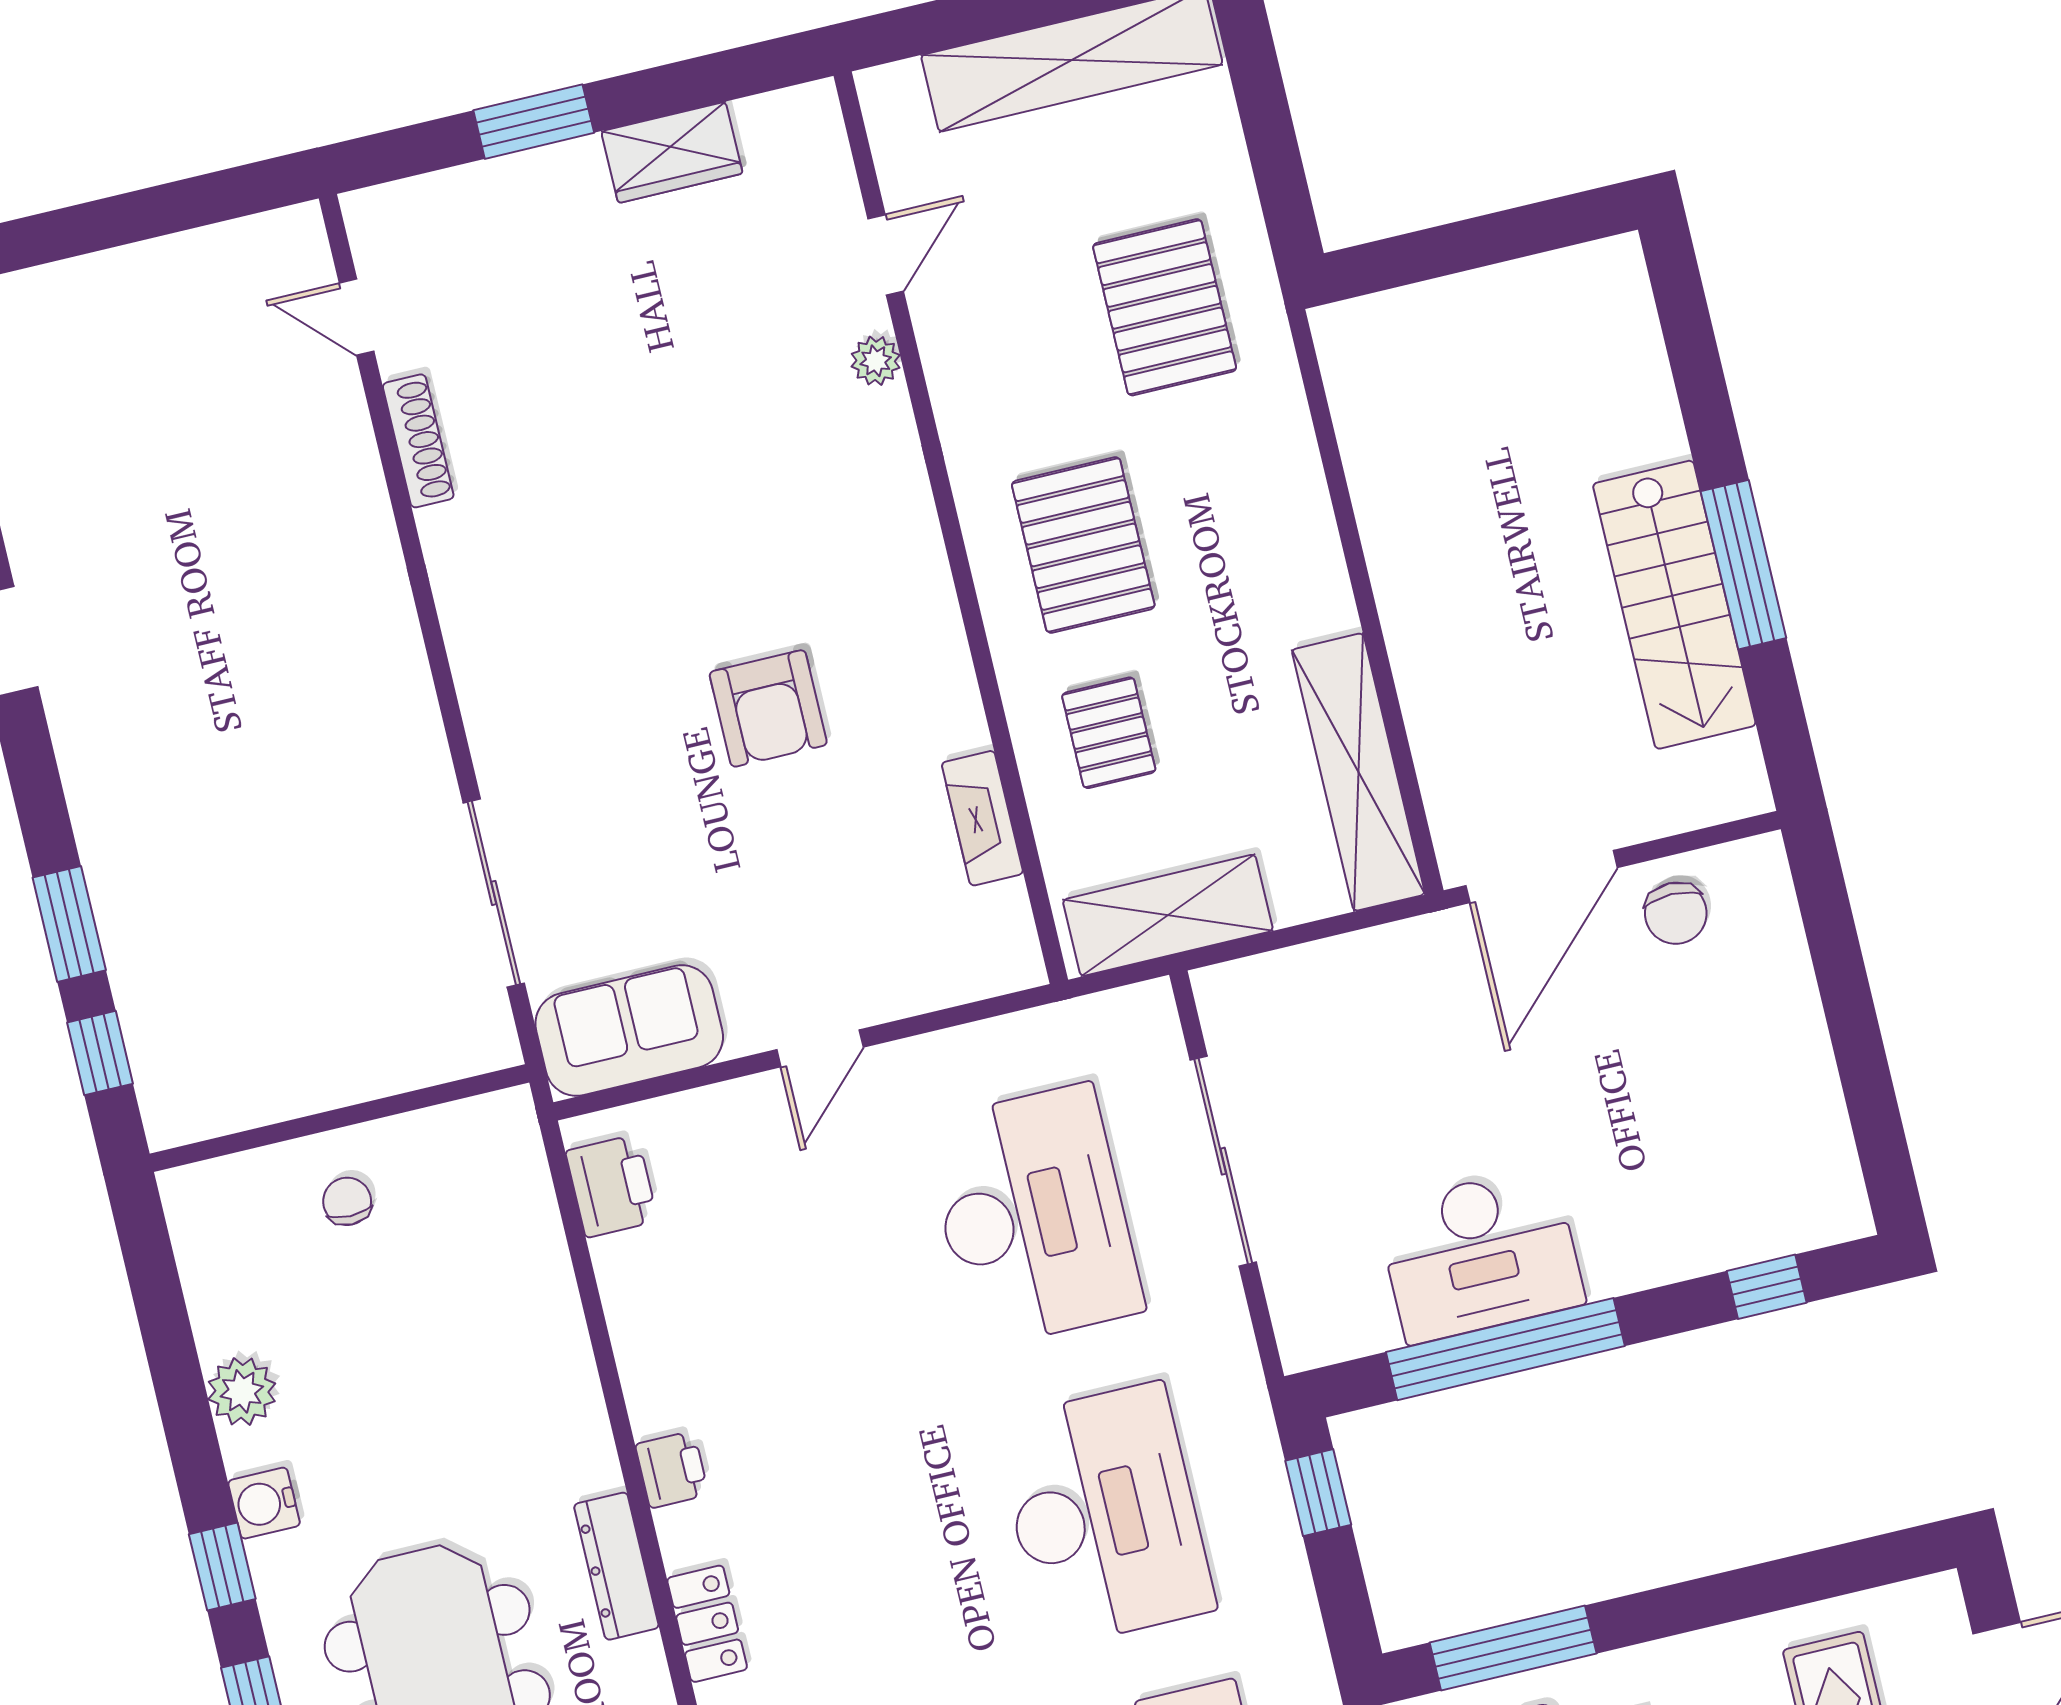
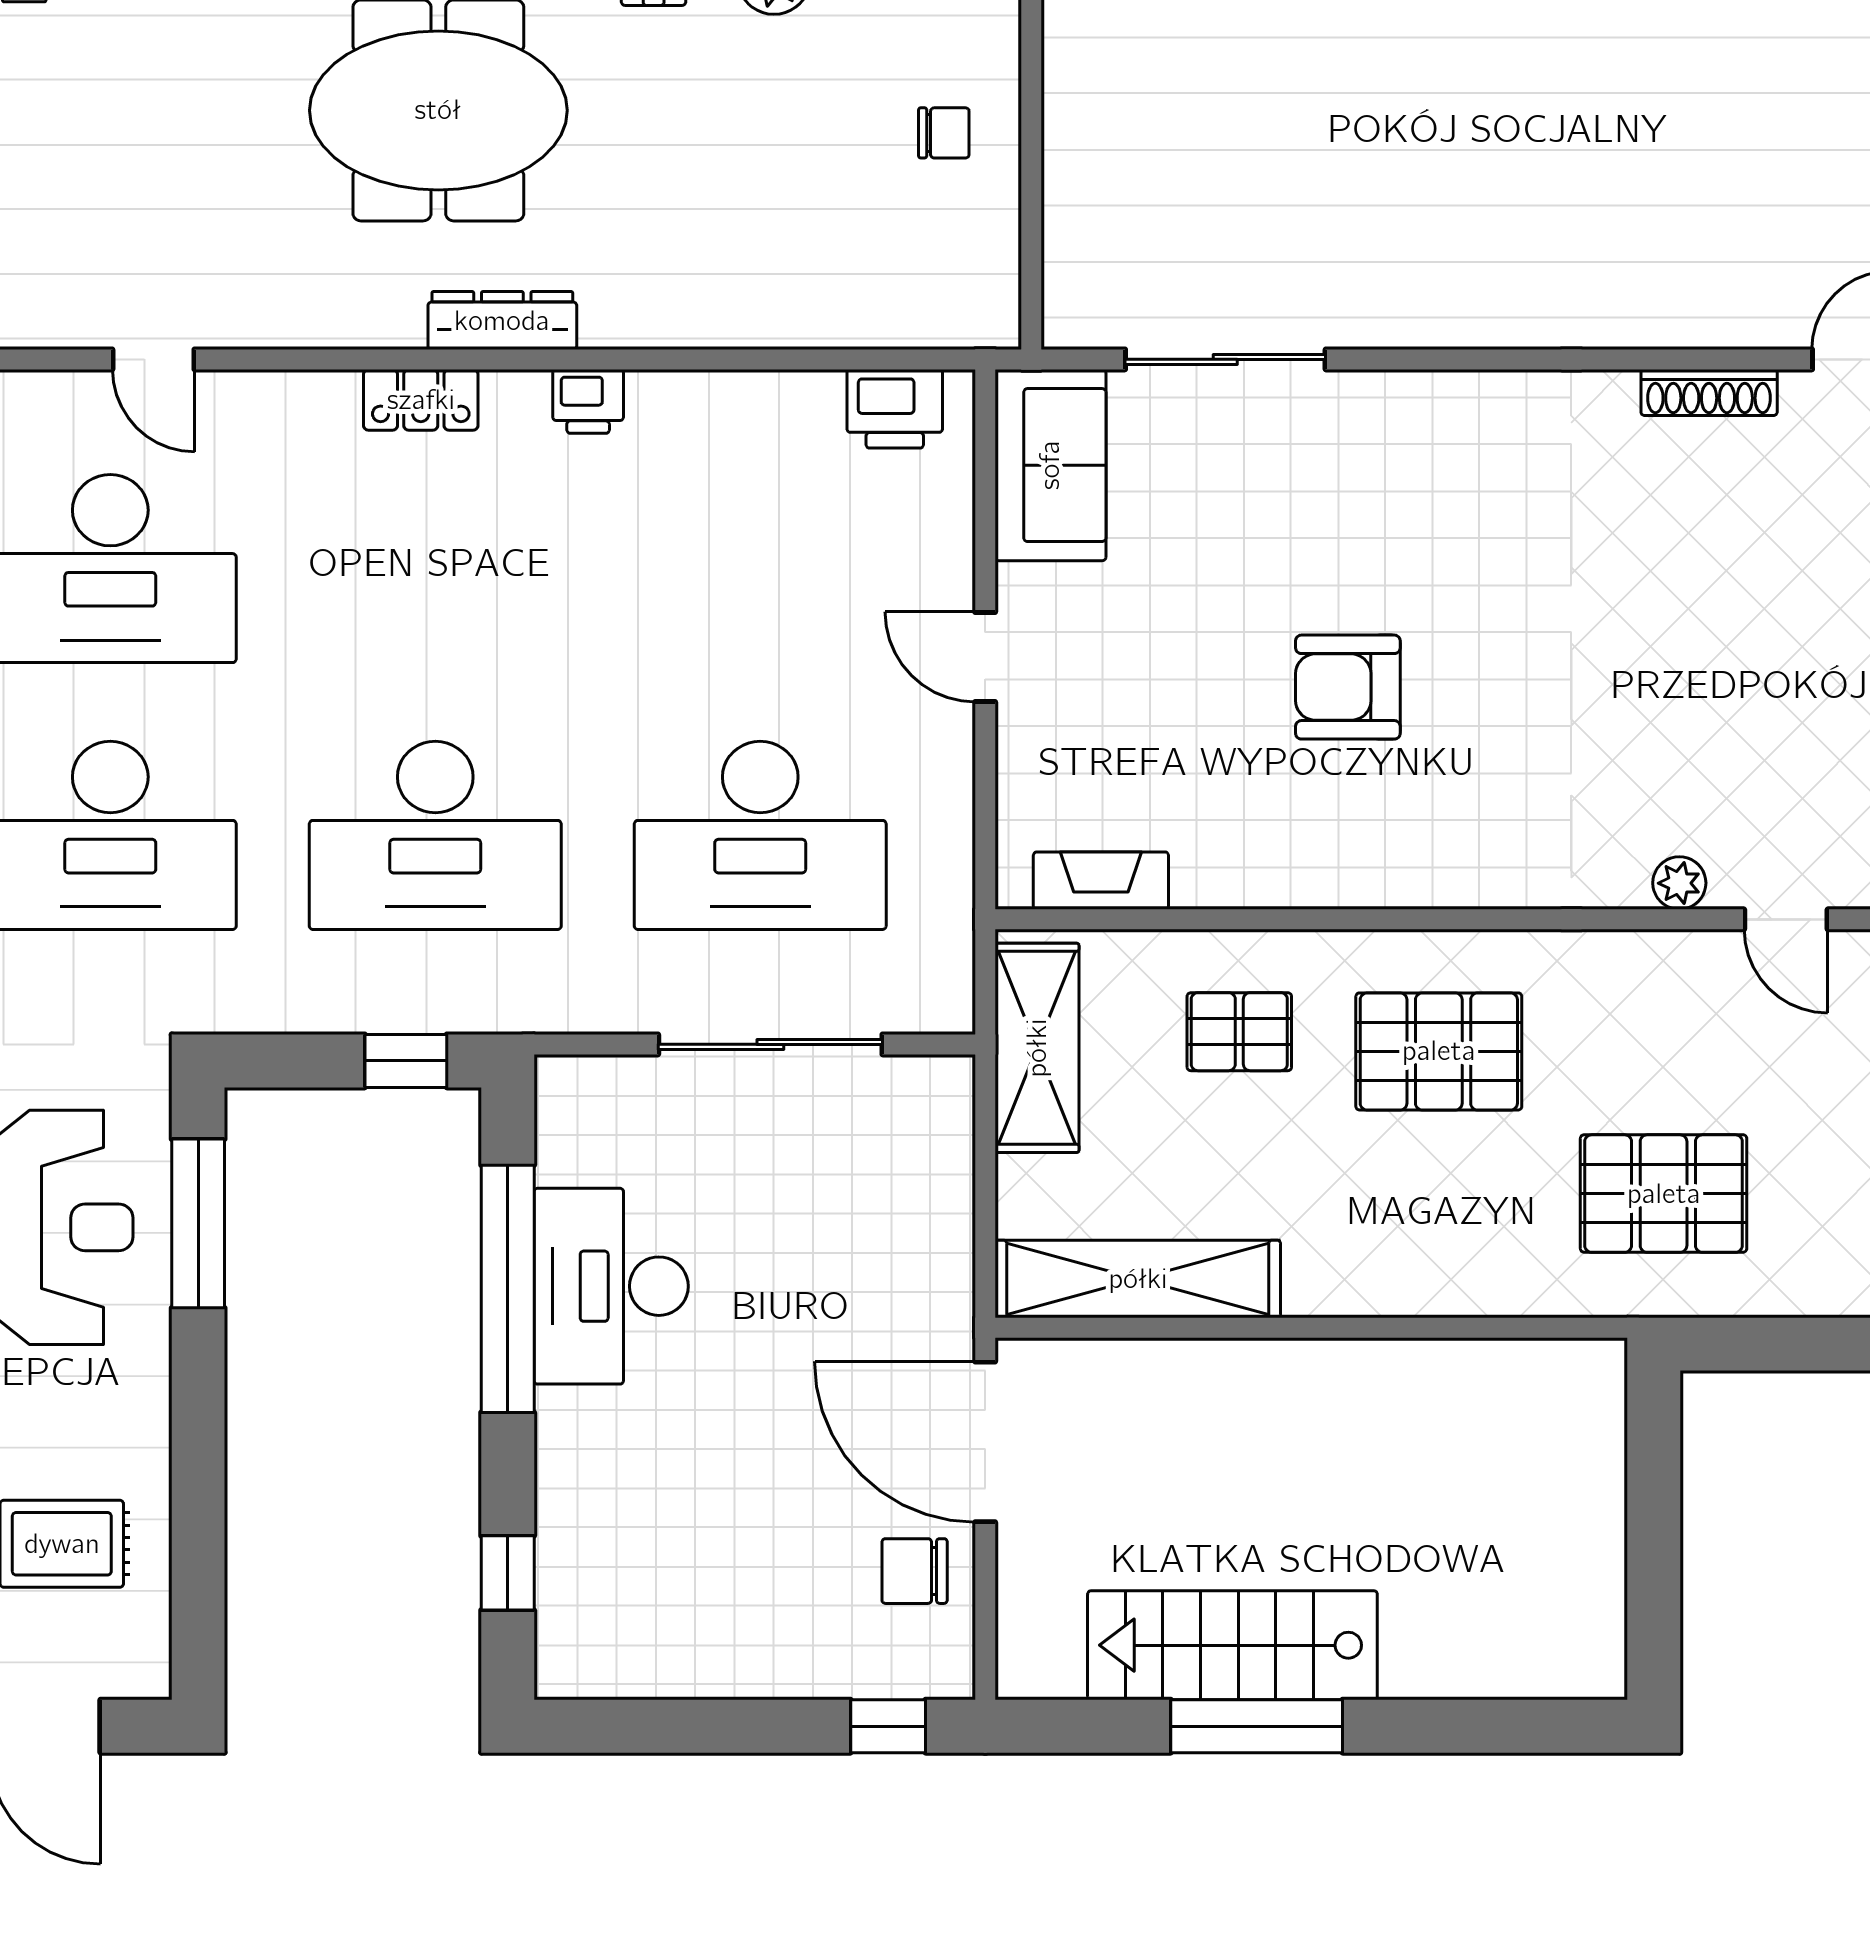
fireplace: (982, 818) -> (1101, 881), moved
window: (1824, 904) -> (888, 1726), added

